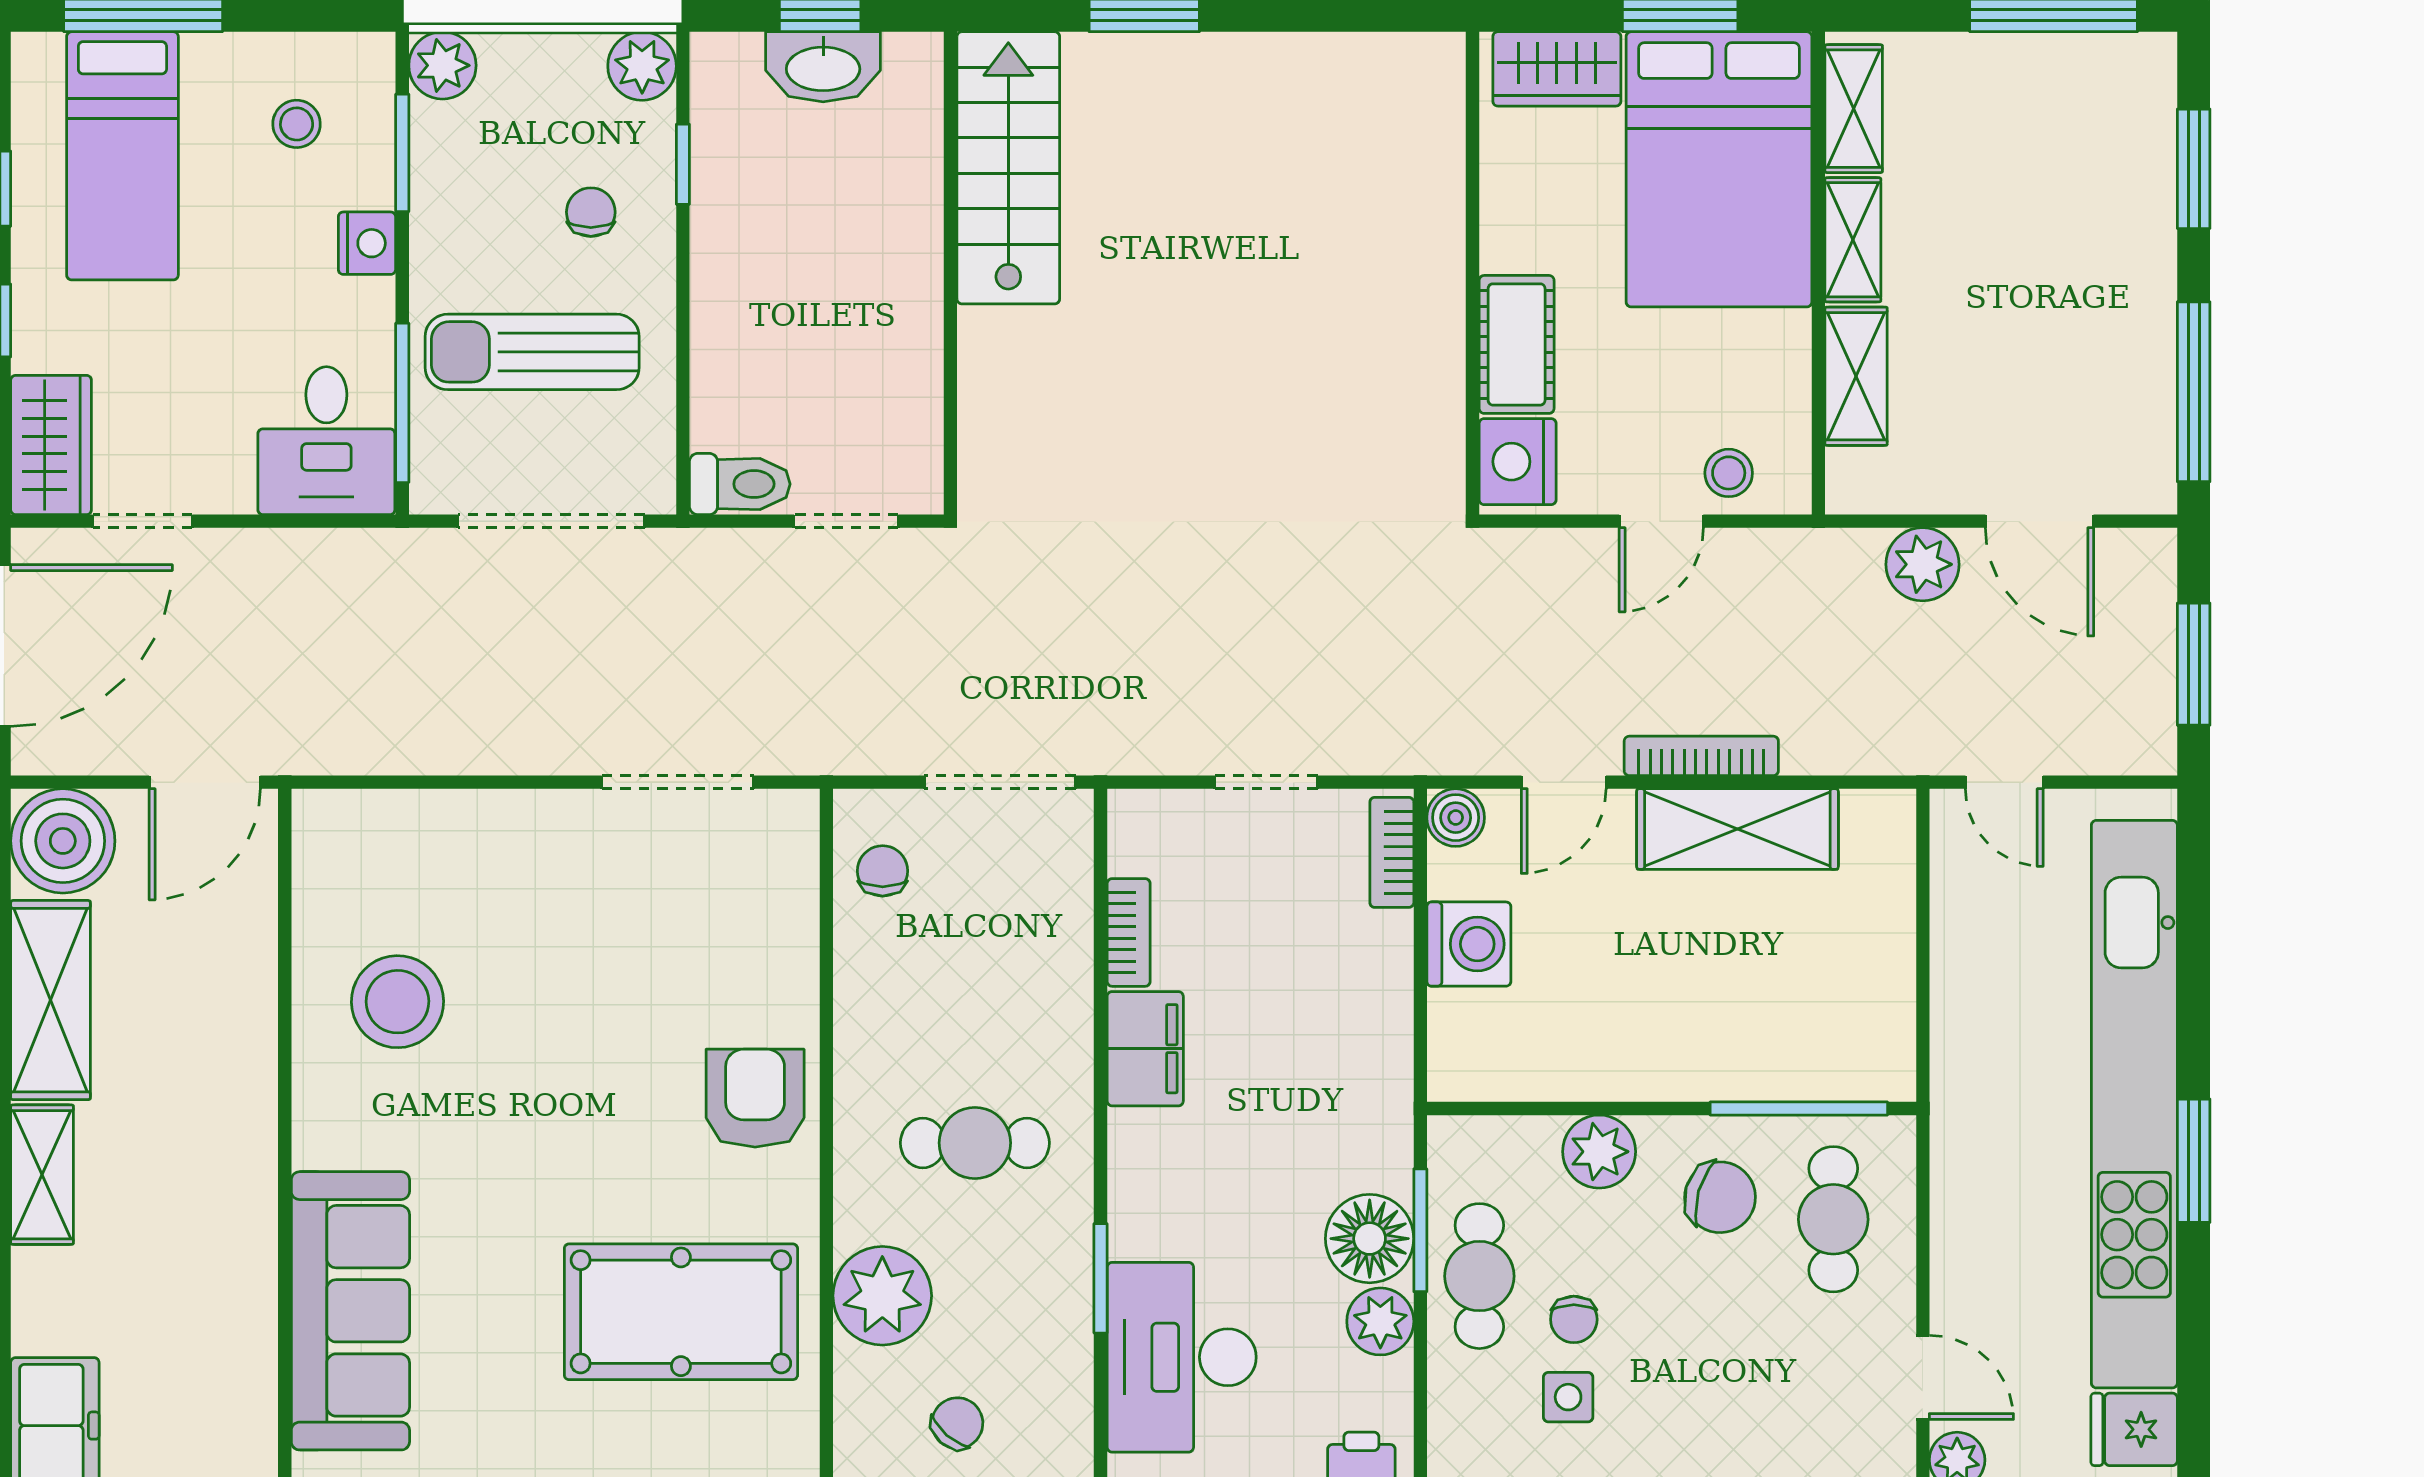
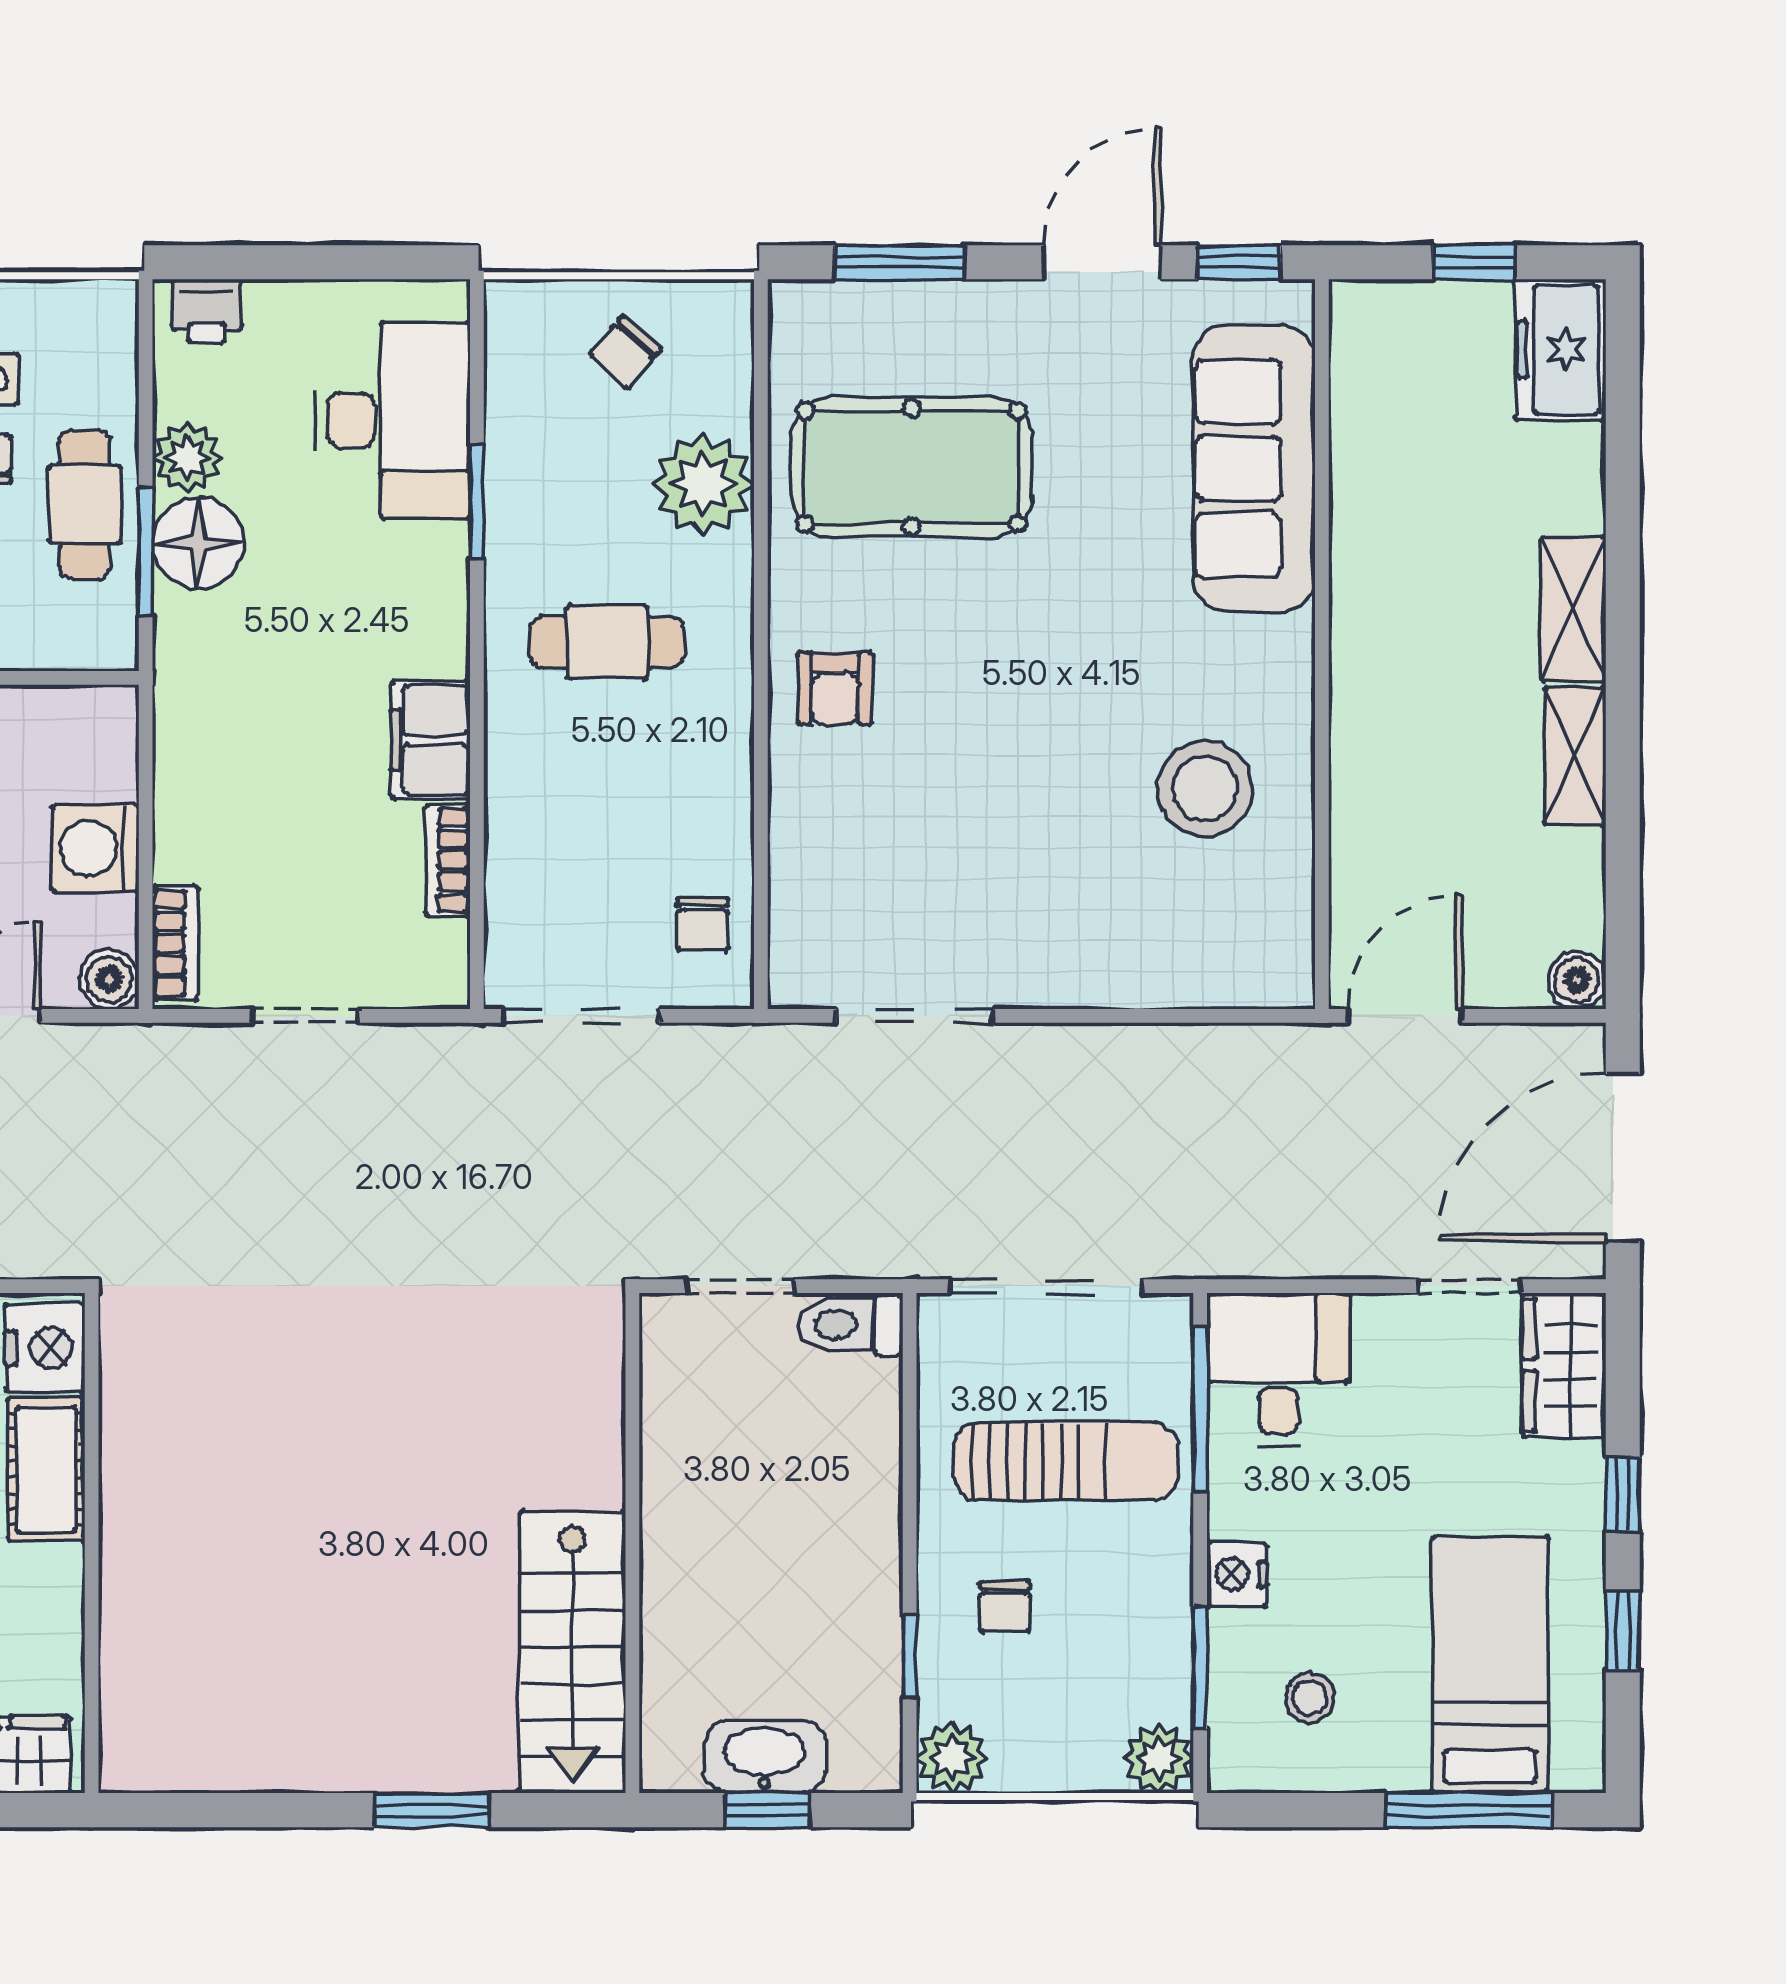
boiler: (63, 841) -> (1577, 980), width x0.54, depth x0.54
shelving: (51, 1000) -> (1575, 756), width x0.67, depth x0.75
armchair: (755, 1098) -> (835, 689), width x0.72, depth x0.72

